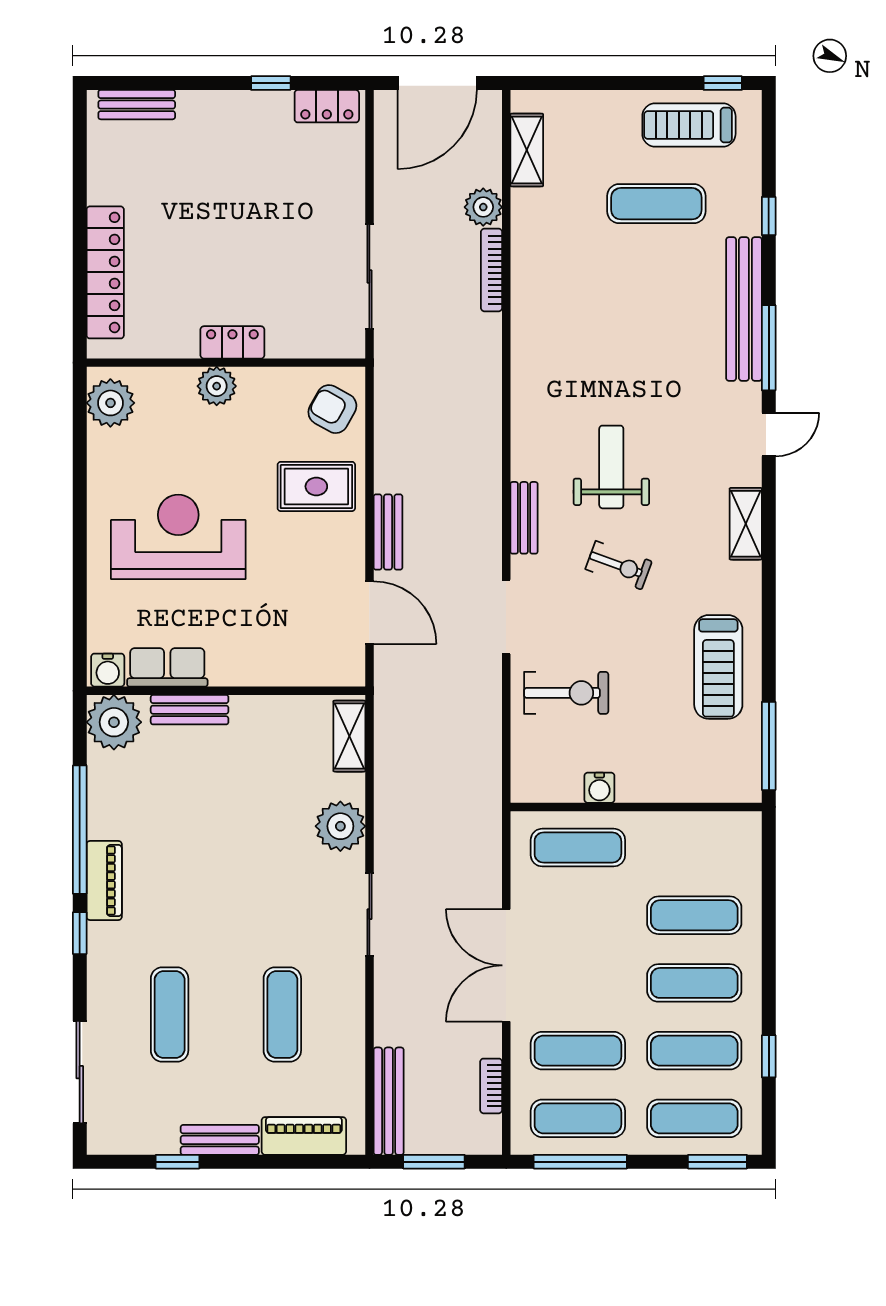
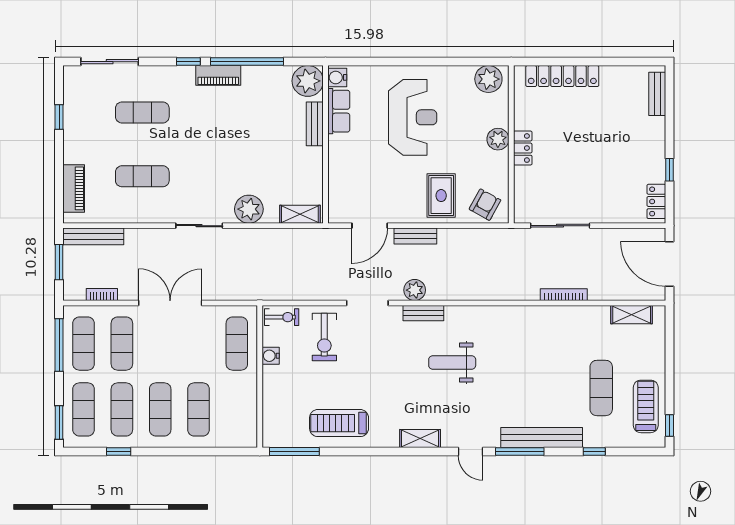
plant: (483, 207) -> (415, 290), moved
weight bench: (611, 467) -> (452, 362), turned 180
exercise bike: (619, 565) -> (282, 317), moved, turned -110
bench: (220, 1140) -> (71, 141), removed

